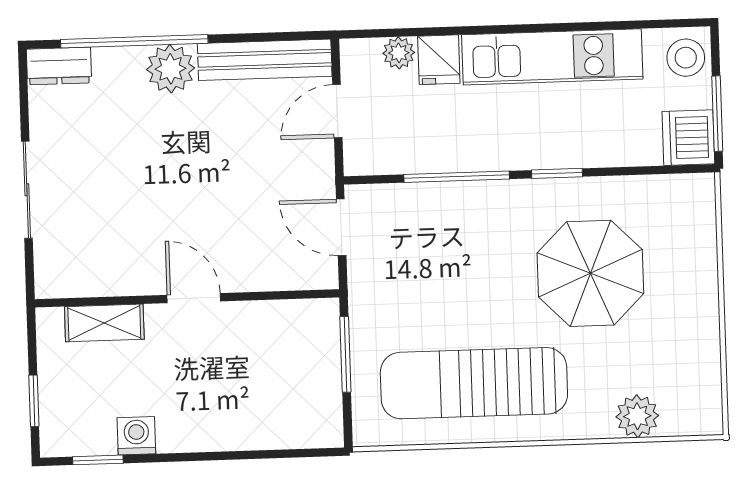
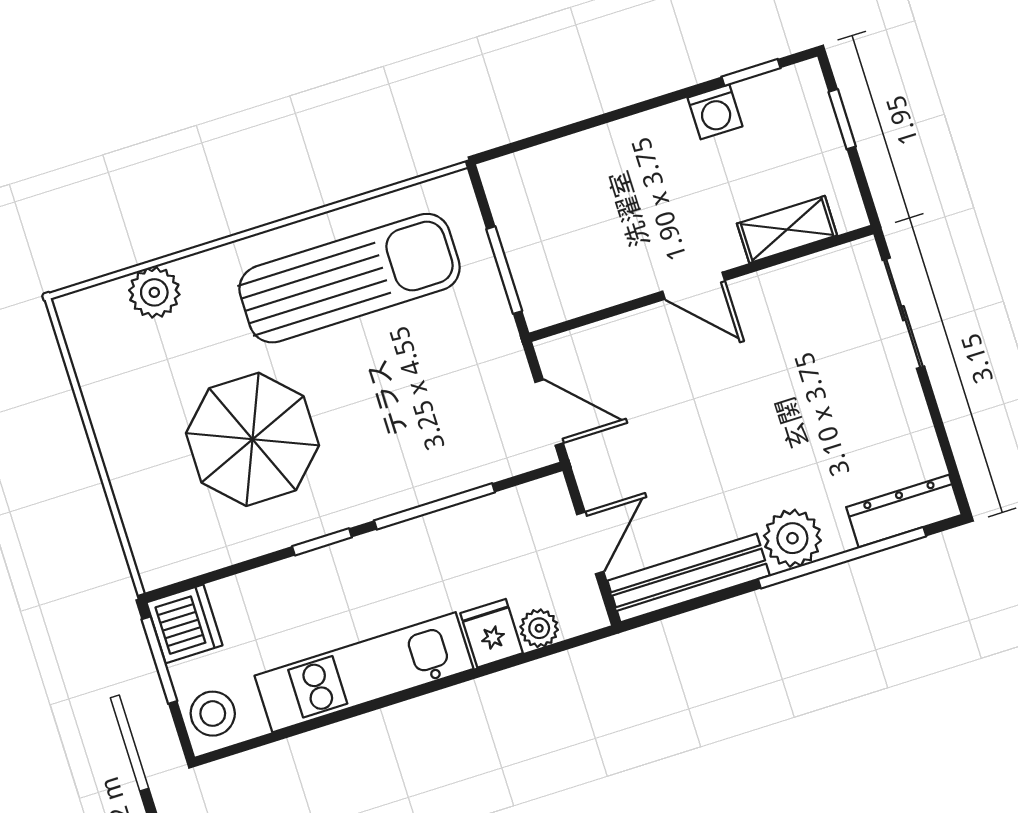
dresser: (59, 66) -> (904, 511), width x1.44
sliding door: (27, 190) -> (903, 313), moved

